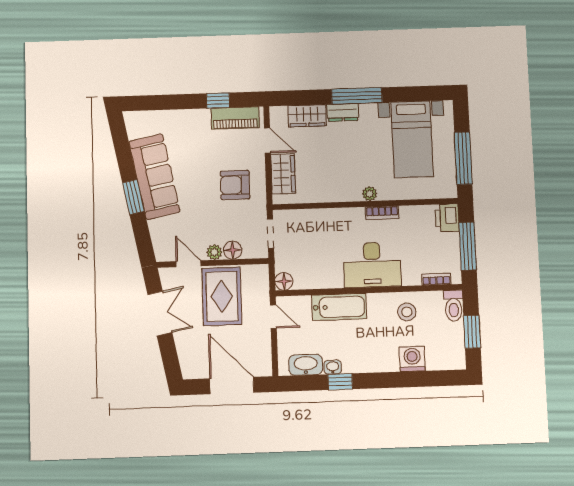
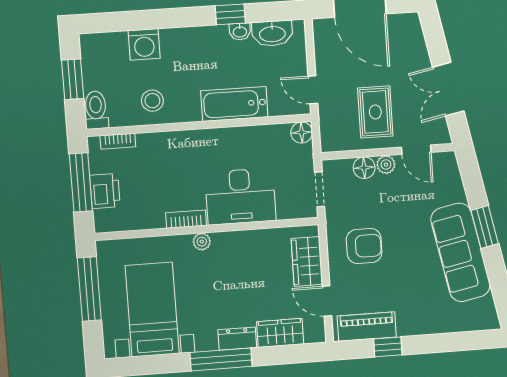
printer: (447, 218) -> (105, 191), moved
desk: (372, 265) -> (240, 196), moved, turned 180
rug: (222, 296) -> (375, 112), width x0.73, depth x0.70

